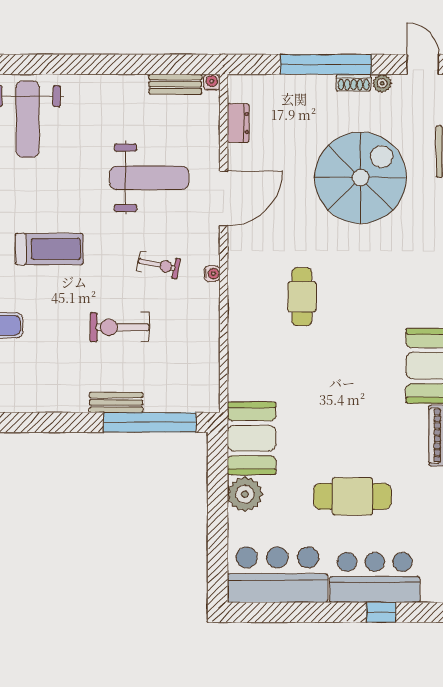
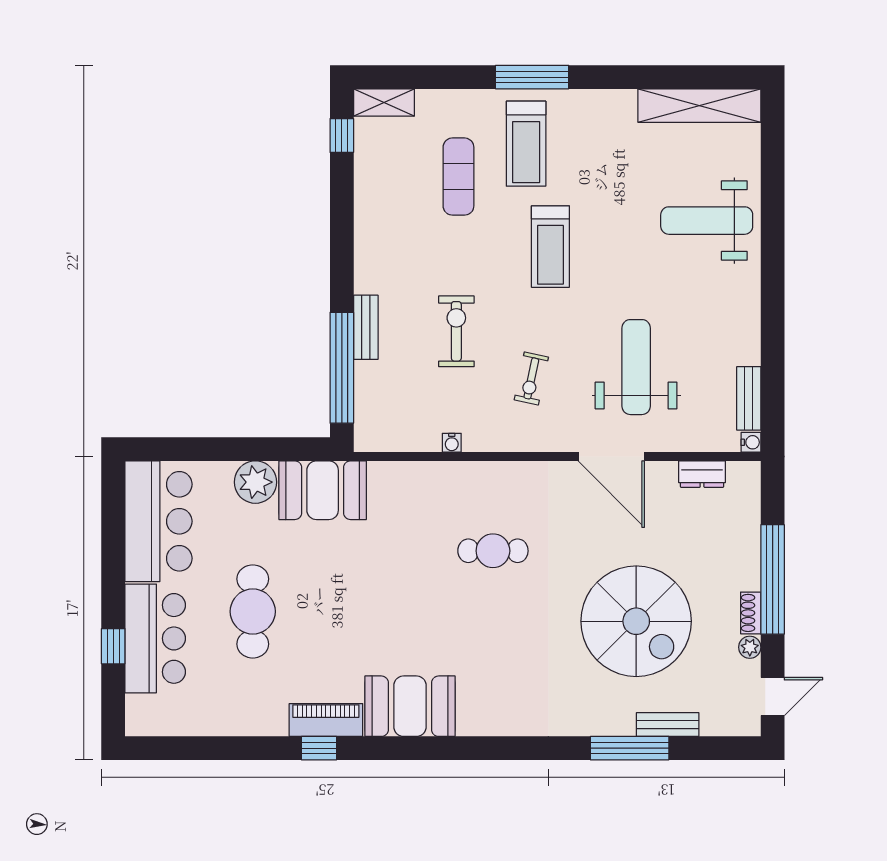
weight bench: (149, 178) -> (636, 367), turned 180
water cooler: (212, 274) -> (452, 443), moved

